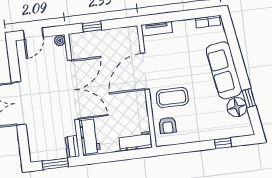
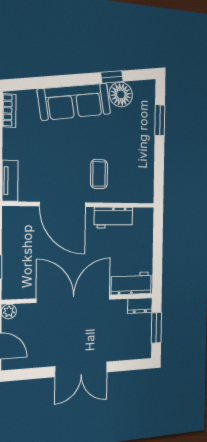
coffee table: (172, 98) -> (99, 174), width x0.73, depth x0.77
armchair: (168, 125) -> (131, 185), removed
workbench: (135, 141) -> (113, 218), moved, turned -90
window: (223, 143) -> (160, 120), width x1.50

